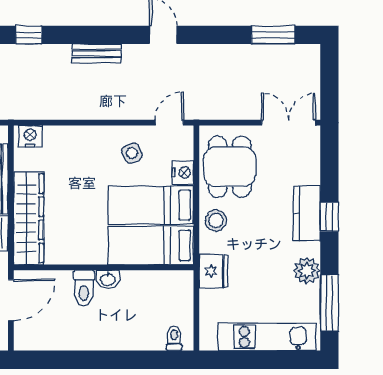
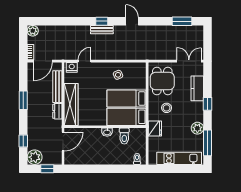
window: (29, 35) -> (102, 21), moved
door: (169, 123) -> (85, 61), moved
nightstand: (183, 173) -> (141, 84), removed
kitchen counter: (307, 213) -> (197, 88), moved
stool: (216, 221) -> (167, 108), moved
toilet: (84, 288) -> (124, 136), moved

